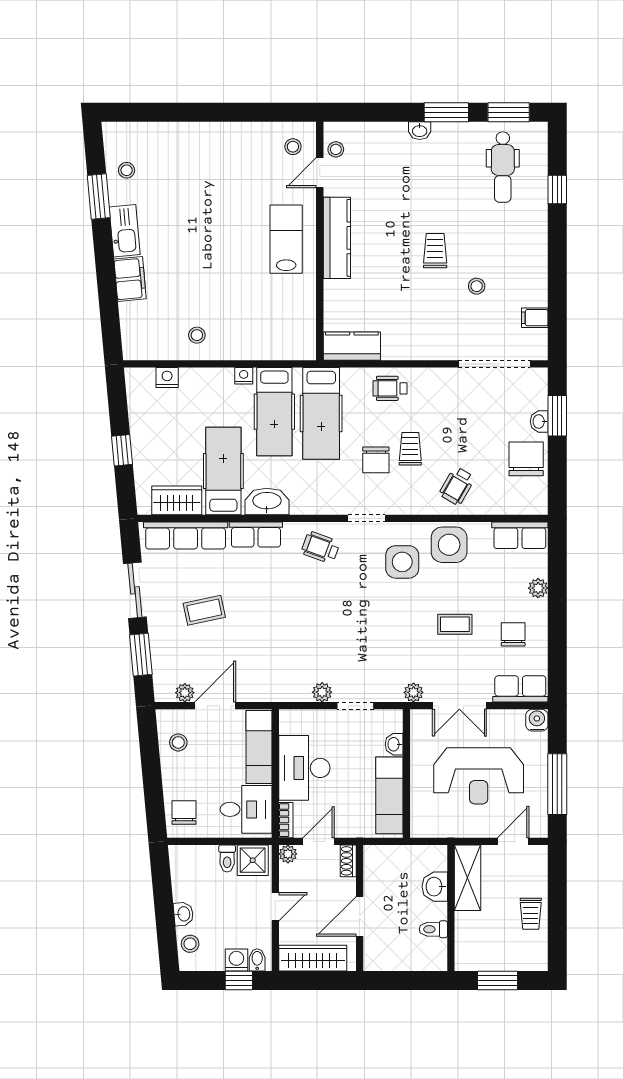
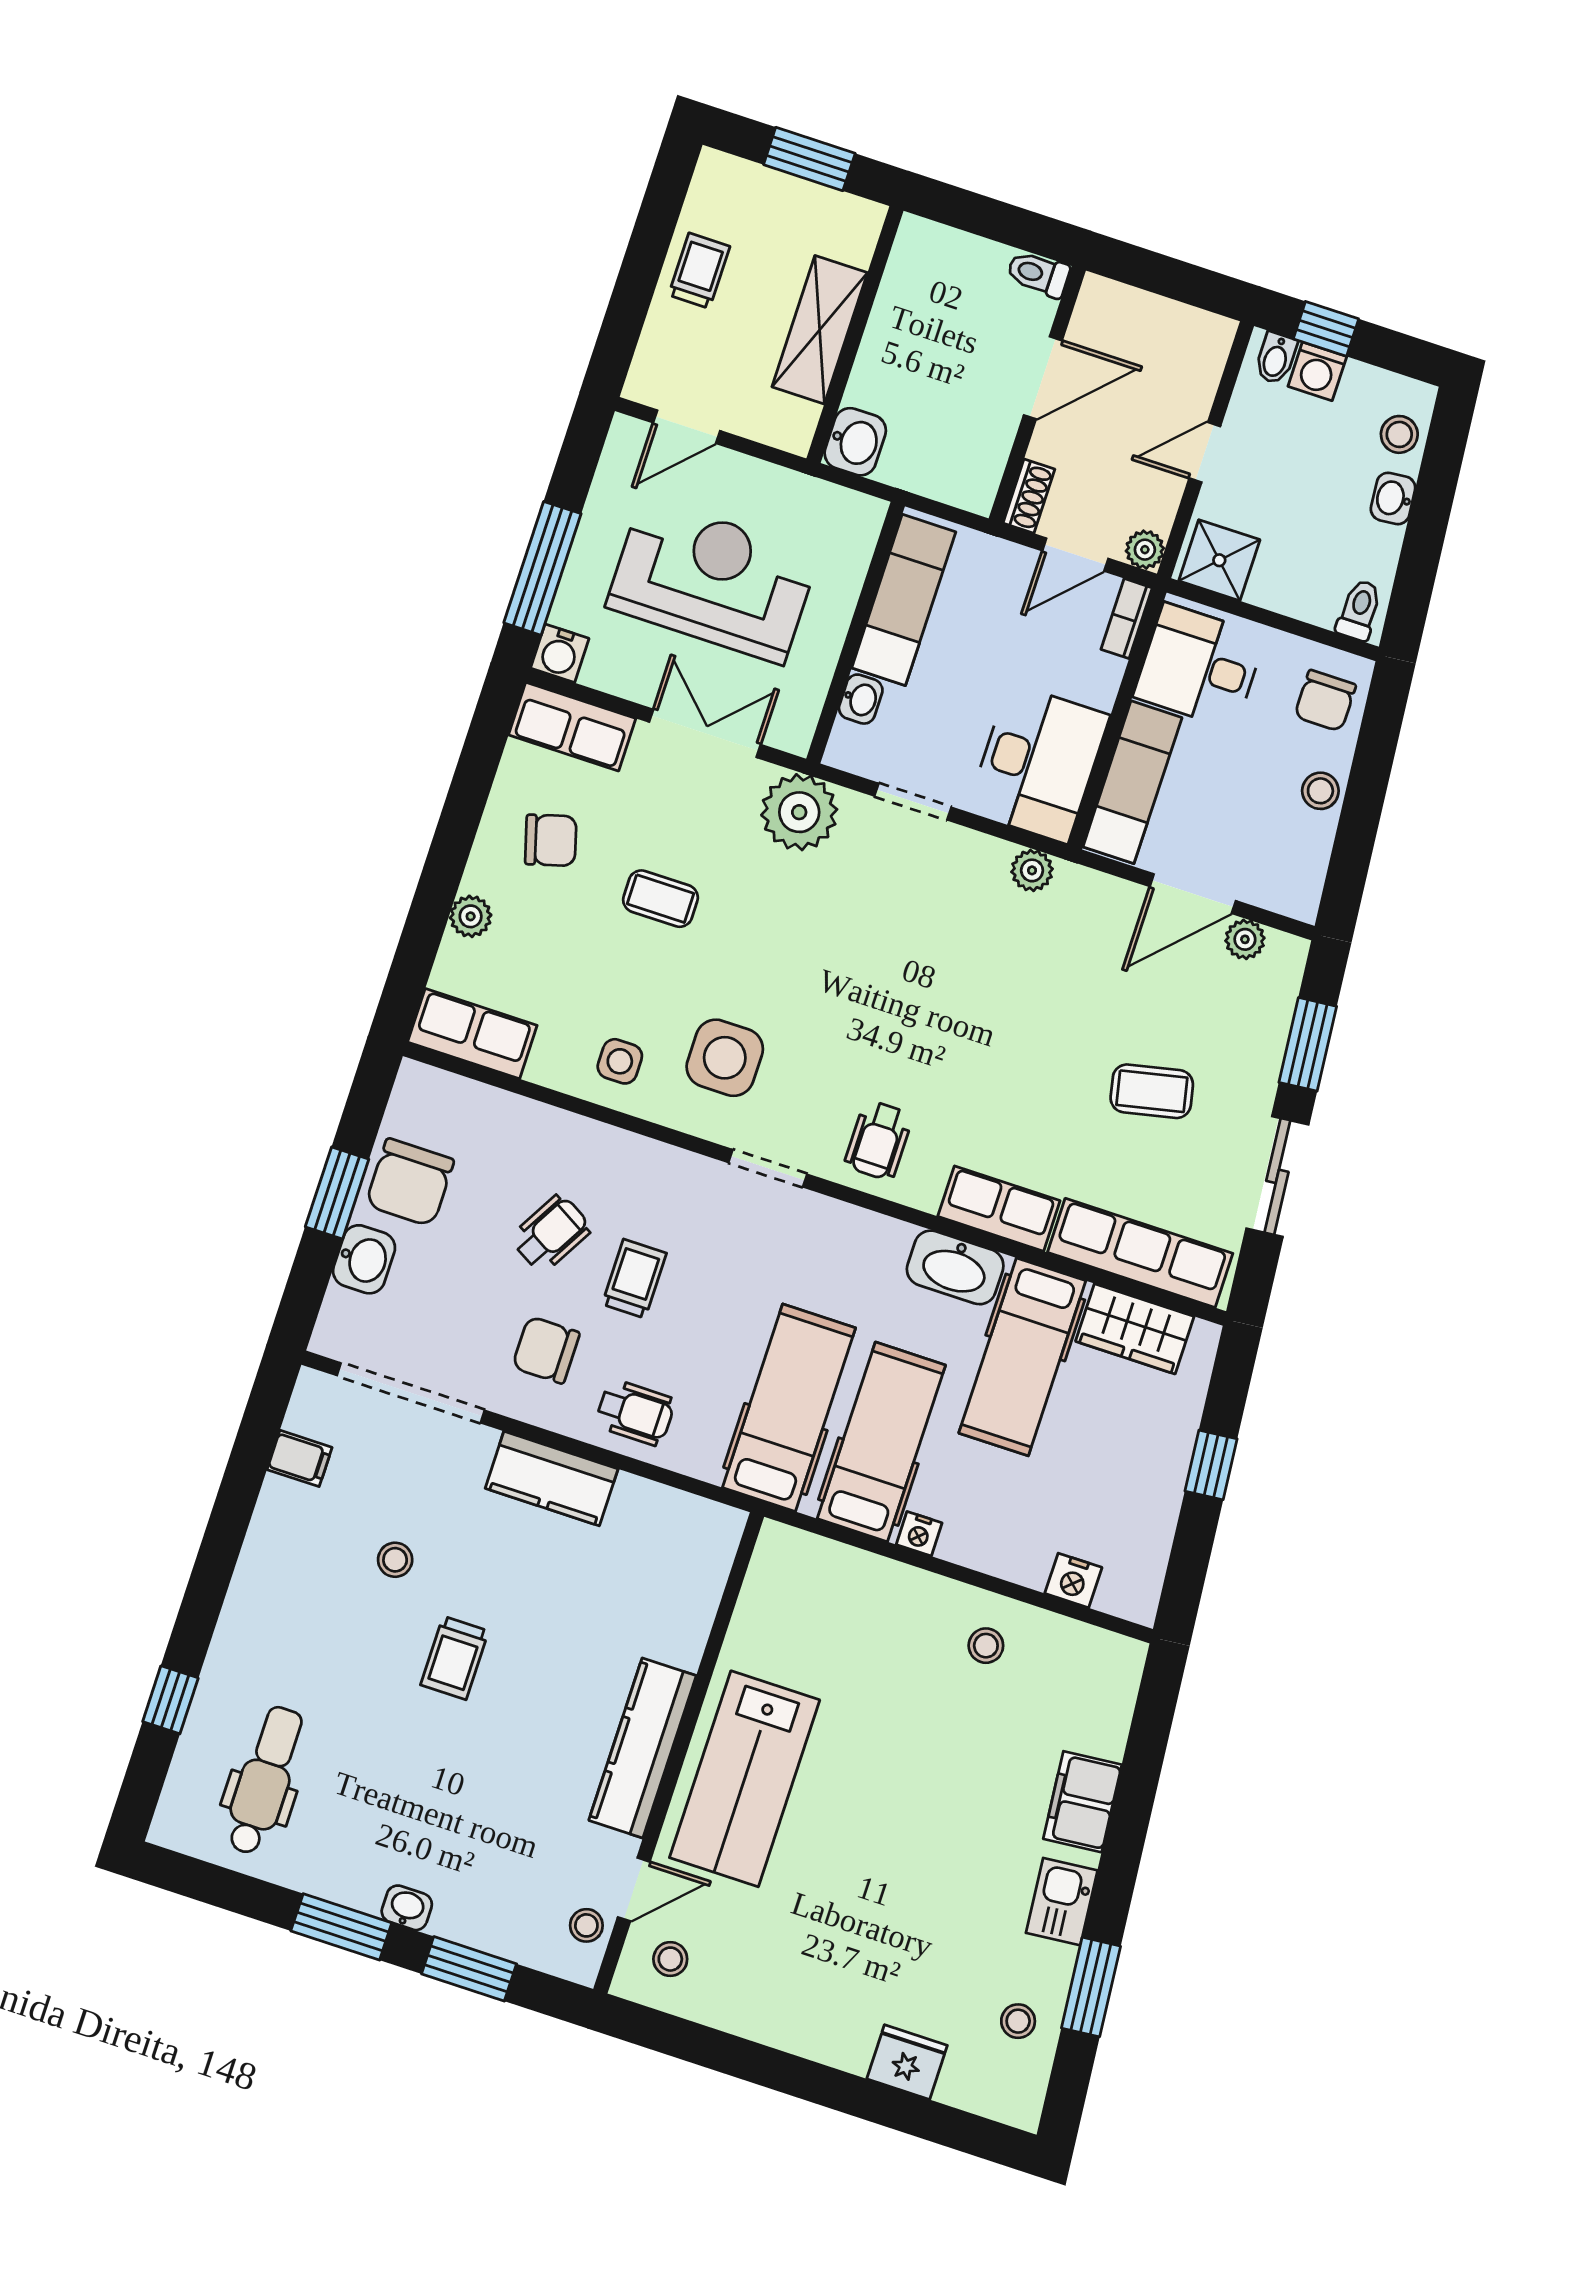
window: (509, 112) -> (469, 1969), moved
fridge: (171, 135) -> (907, 2062), added
kitchen sink: (125, 231) -> (1062, 1902), width x0.73
lab bench: (286, 239) -> (745, 1779), width x1.36, depth x1.39
kitchen counter: (352, 346) -> (552, 1479), moved
window: (557, 416) -> (337, 1193), moved
washbasin: (539, 421) -> (364, 1259), width x1.38, depth x1.45
trolley: (410, 449) -> (634, 1279), turned 180
chair: (376, 460) -> (546, 1350), moved, turned -90
wheelchair: (457, 486) -> (551, 1233), moved
side table: (449, 545) -> (620, 1061), width x0.54, depth x0.54
wheelchair: (320, 547) -> (879, 1140), turned 70
chair: (513, 634) -> (551, 840), turned -106
plant: (322, 692) -> (1032, 870), moved
plant: (414, 692) -> (799, 812), width x1.88, depth x1.88
stool: (178, 742) -> (1320, 791), moved
desk: (304, 768) -> (1038, 763), moved
window: (557, 784) -> (542, 568), moved
toilet: (227, 858) -> (1359, 610), moved
shelving: (467, 878) -> (820, 330), moved
washbasin: (435, 887) -> (855, 442), moved
toilet: (433, 929) -> (1038, 274), moved, turned 180
wardrobe: (313, 958) -> (1164, 325), removed

